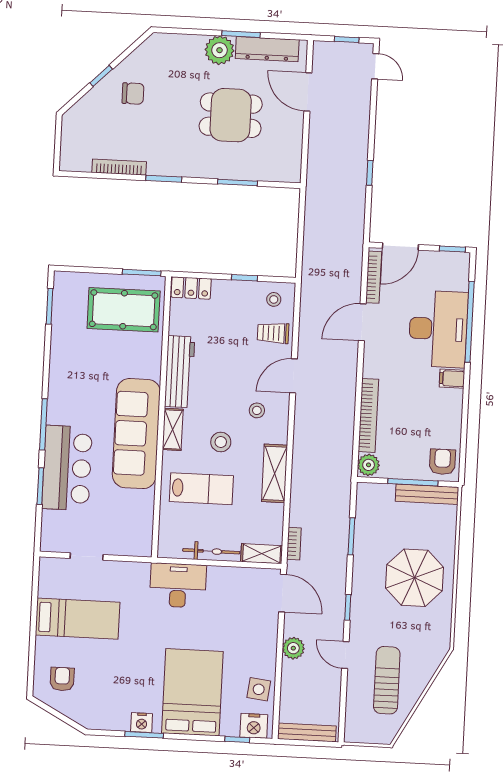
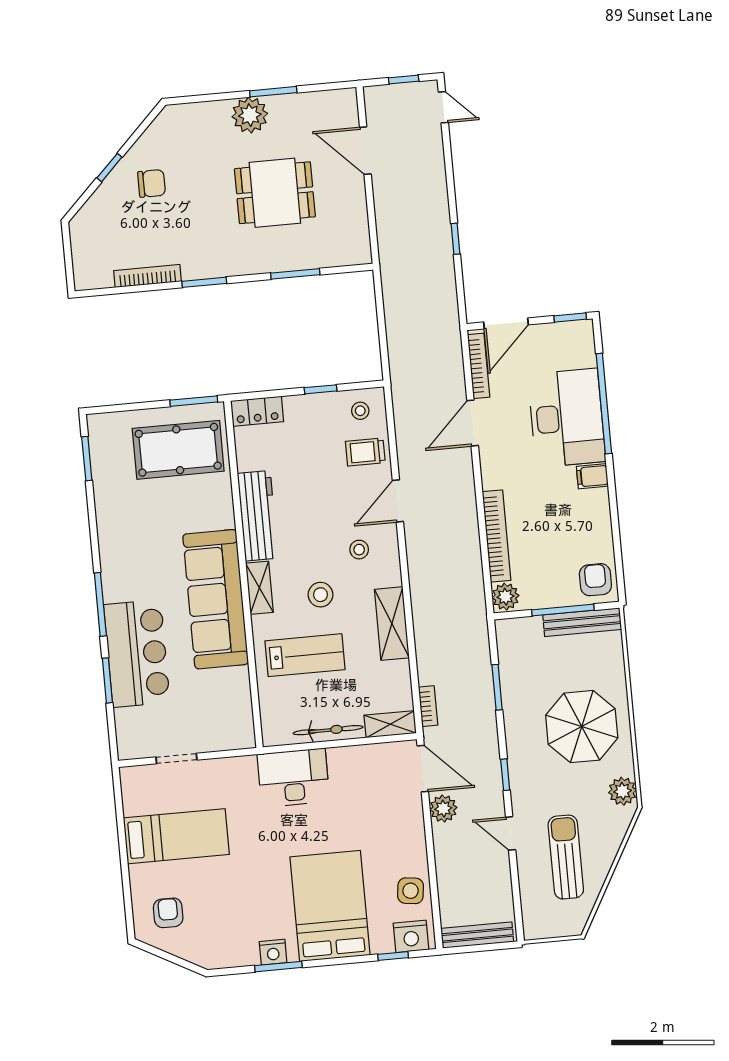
dresser: (267, 49) -> (308, 105), removed
plant: (440, 634) -> (623, 791), added
plant: (293, 648) -> (443, 809), moved

